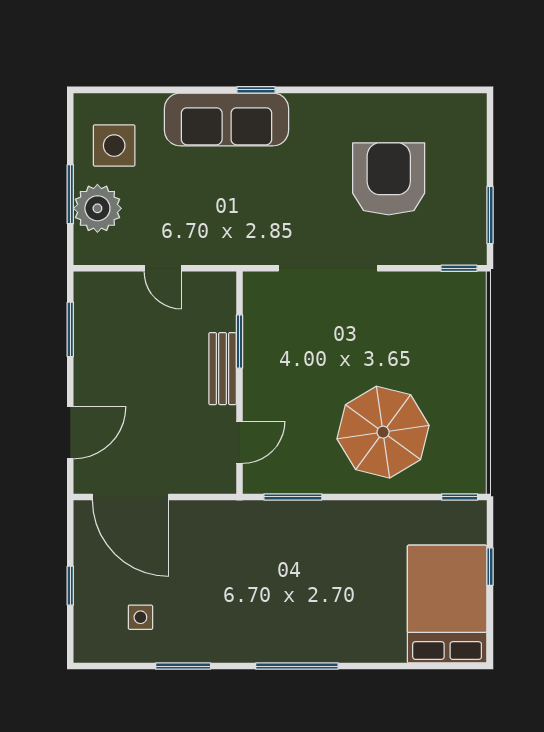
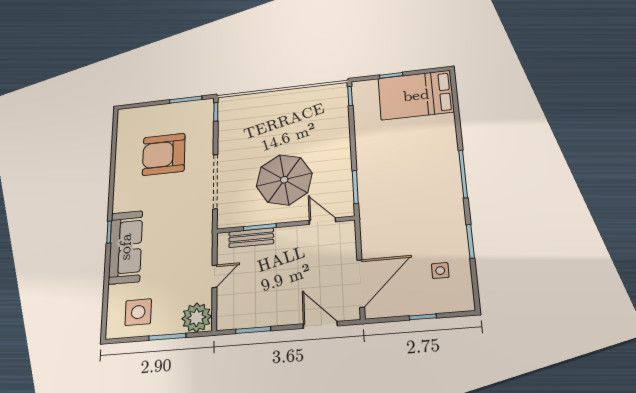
plant: (97, 208) -> (197, 318), moved
bench: (223, 369) -> (251, 238), moved
parasol: (383, 432) -> (284, 180), moved

